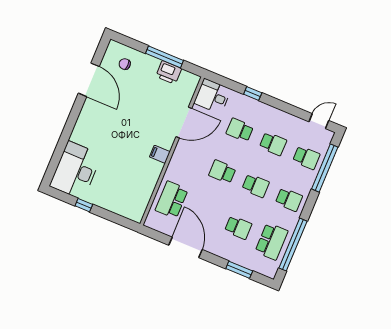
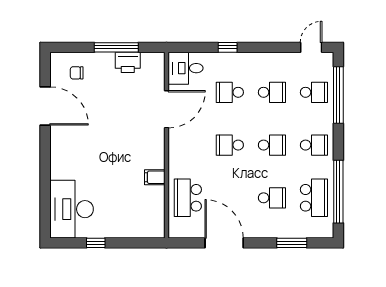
filing cabinet: (160, 154) -> (155, 177), moved

